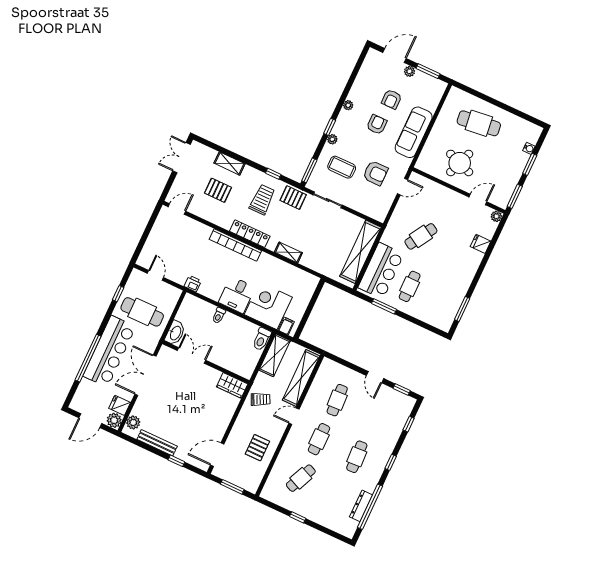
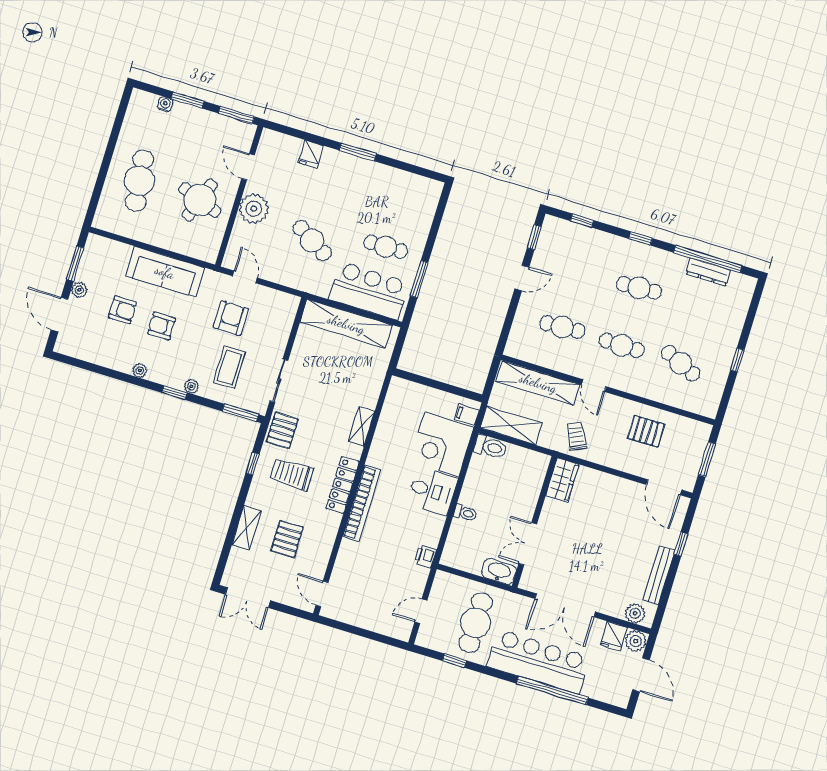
plant: (496, 216) -> (254, 209), moved, width x1.88, depth x1.88
window: (462, 309) -> (358, 152), moved

